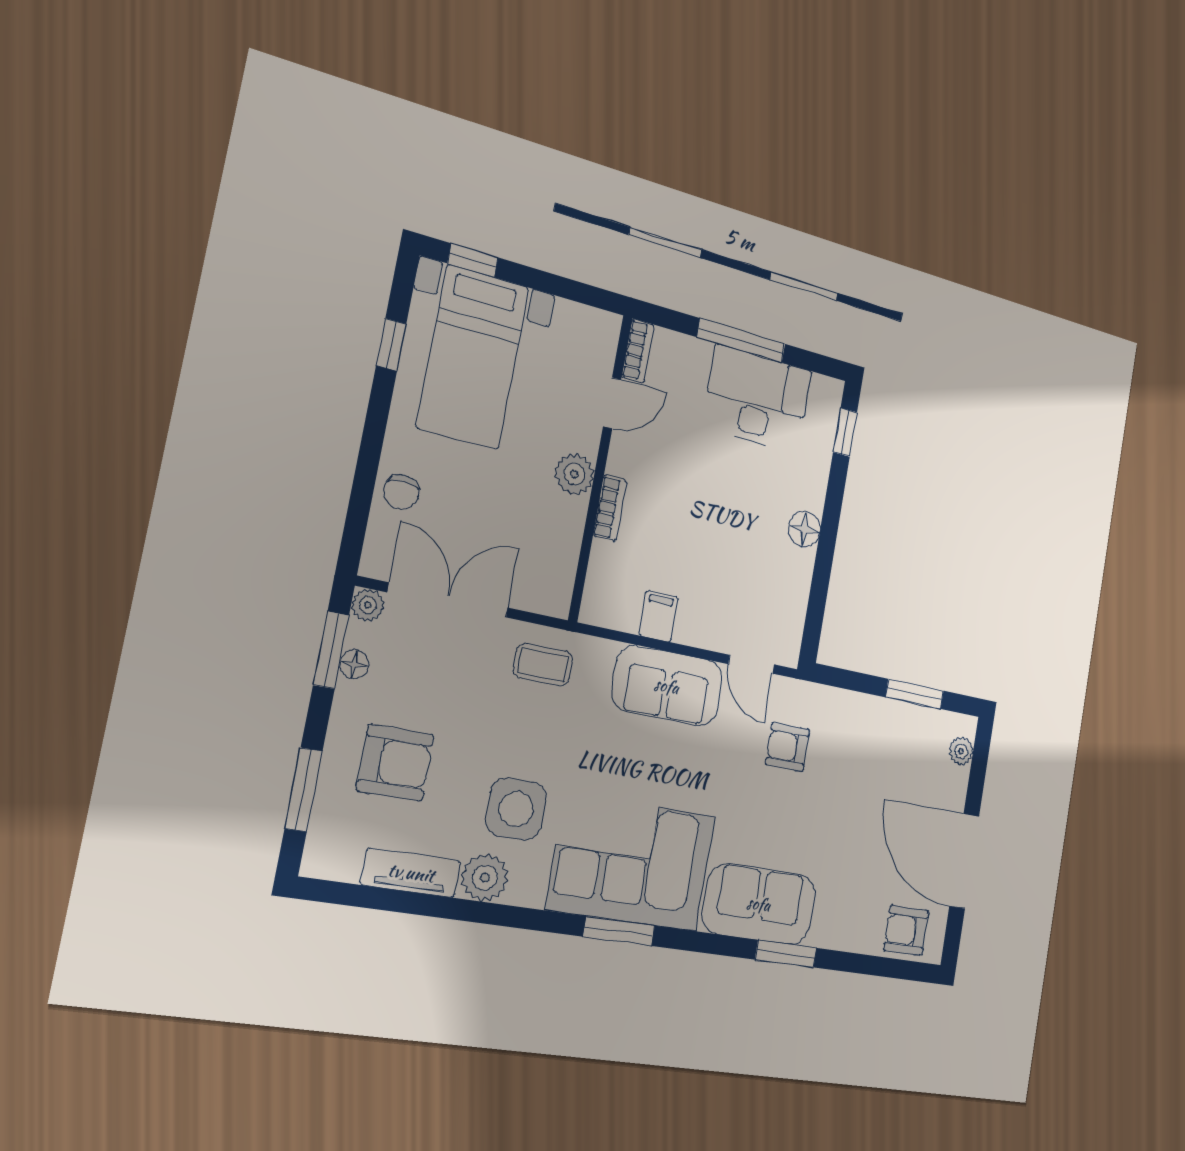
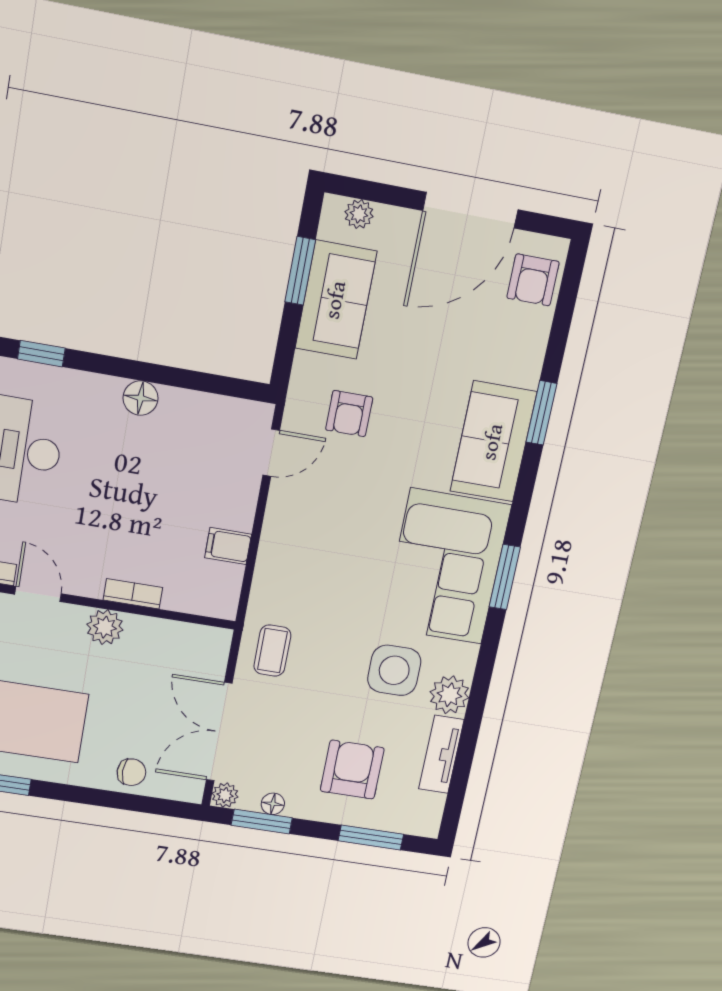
sofa: (667, 686) -> (336, 300), moved

